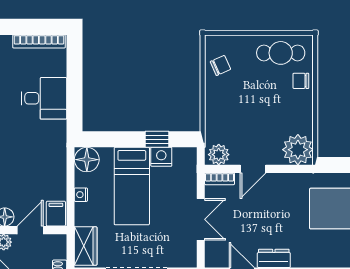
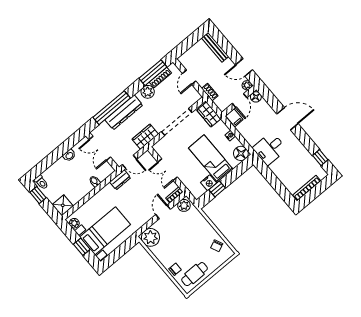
desk: (44, 98) -> (270, 149), moved

